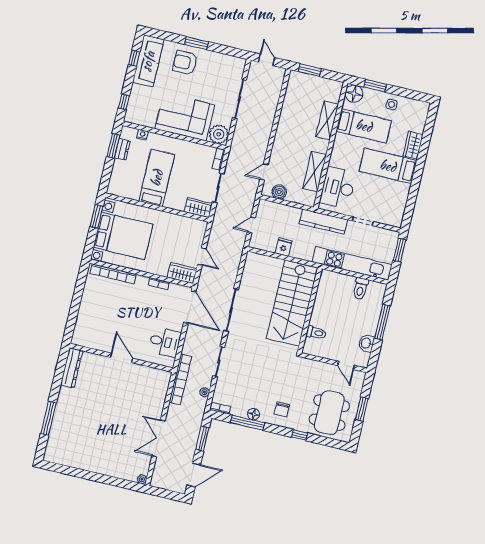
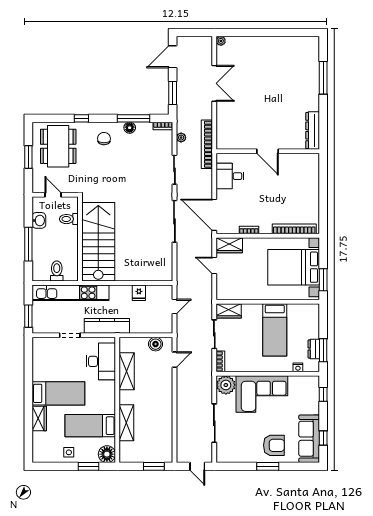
stairs: (292, 303) -> (98, 242), moved
wall: (310, 310) -> (80, 239), moved
toilet: (316, 333) -> (69, 219), moved

